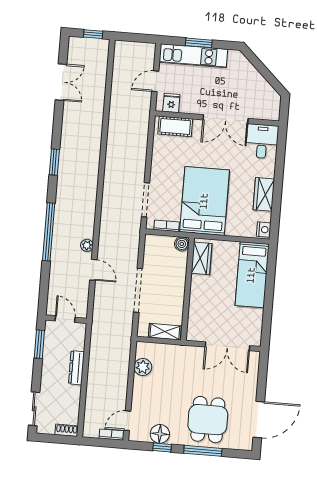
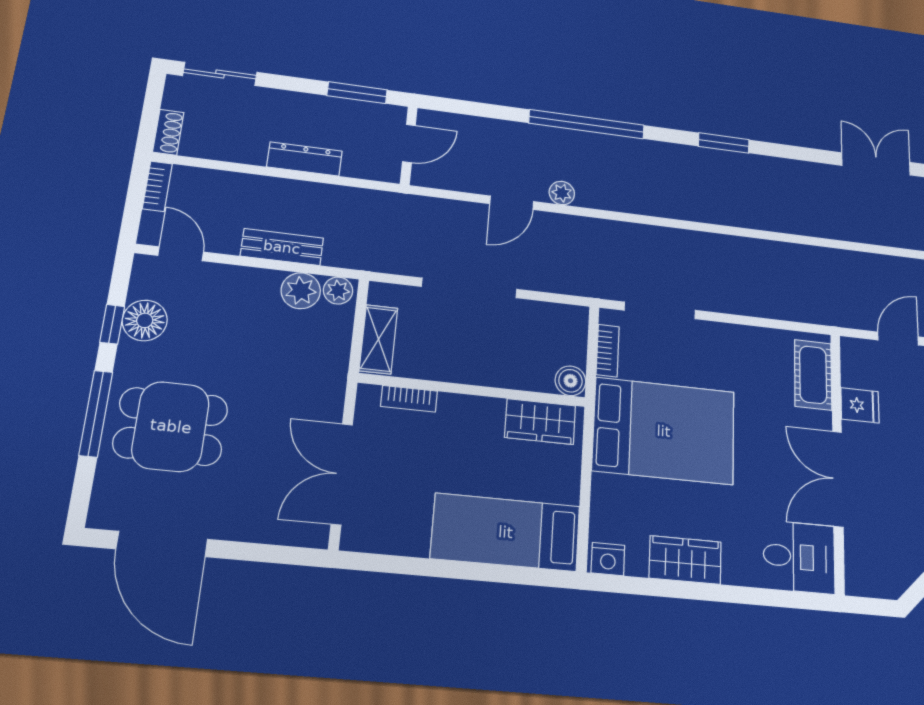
door: (155, 81) -> (898, 338), hinge flipped
double door: (61, 82) -> (876, 164), swing flipped
fridge: (171, 103) -> (860, 405), moved
bookcase: (192, 318) -> (409, 399), added
plant: (142, 350) -> (338, 291), added
bench: (122, 376) -> (282, 247), added
bookcase: (112, 435) -> (157, 186), moved

